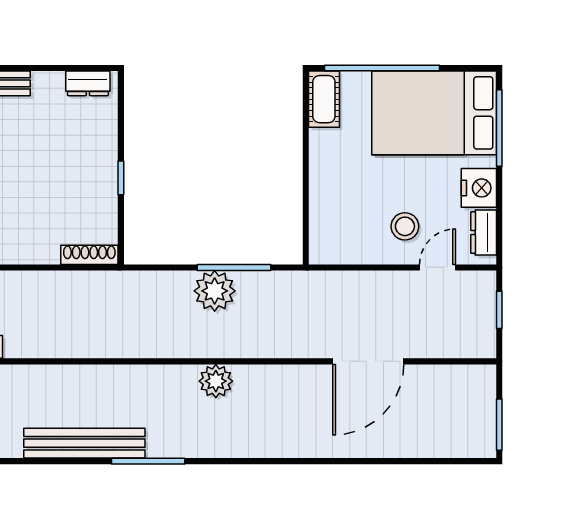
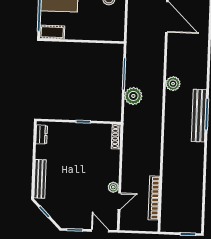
plant: (215, 291) -> (133, 96), moved
bench: (84, 443) -> (199, 116), moved

